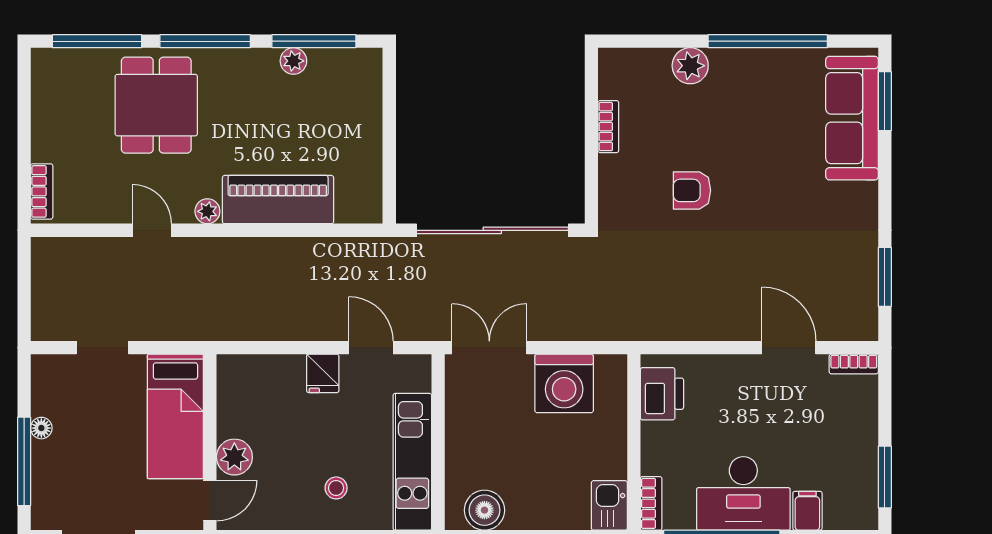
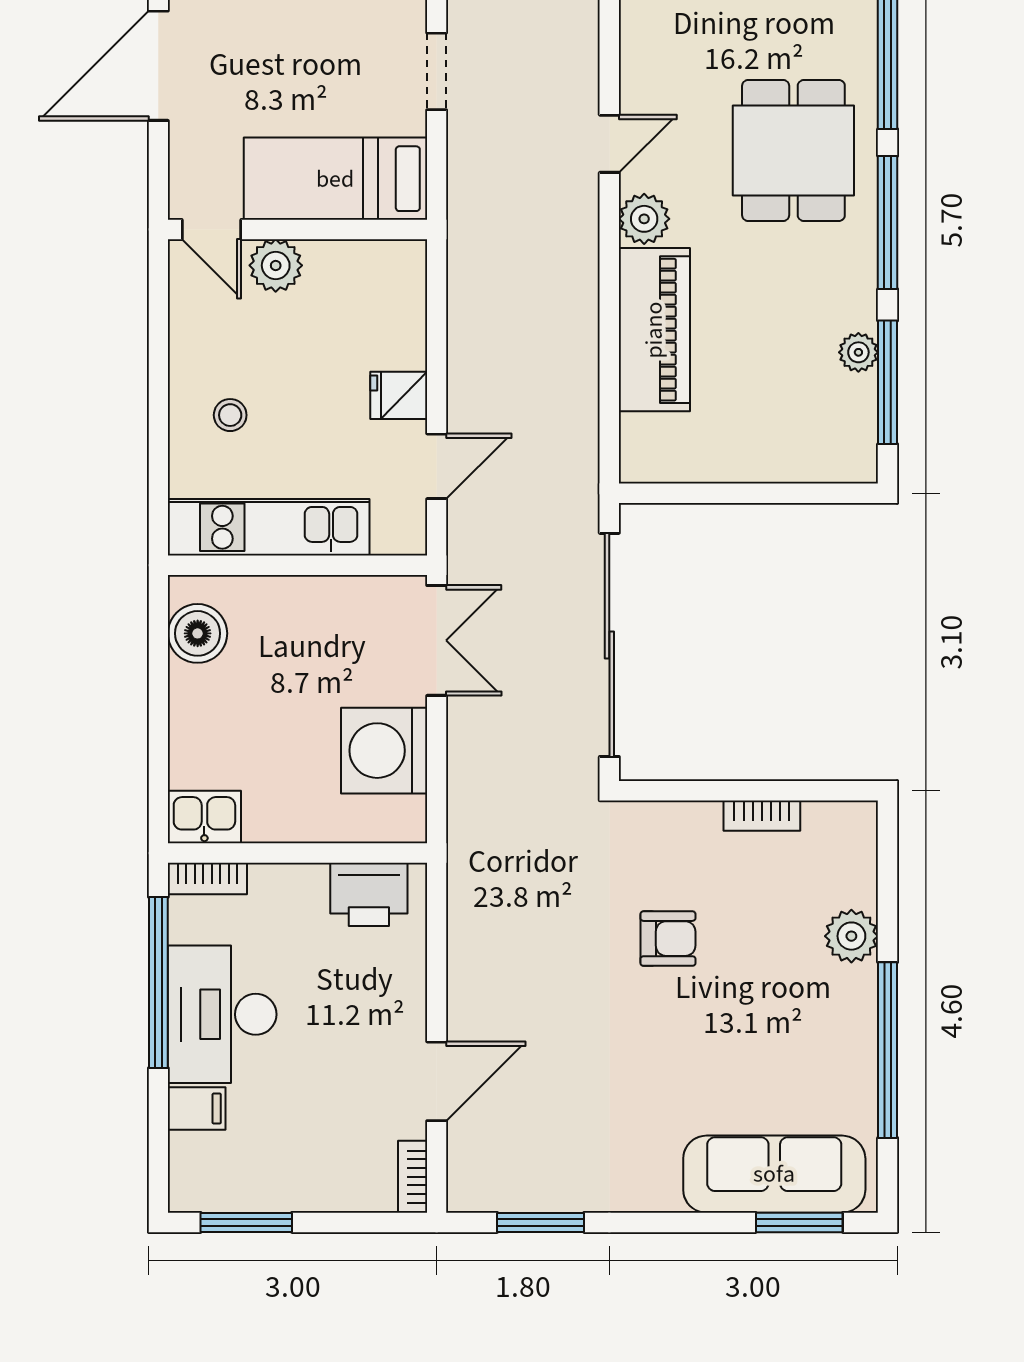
dining table: (156, 105) -> (793, 151), turned 90
armchair: (692, 190) -> (668, 939), turned 90
plant: (207, 211) -> (644, 219), width x1.38, depth x1.38

